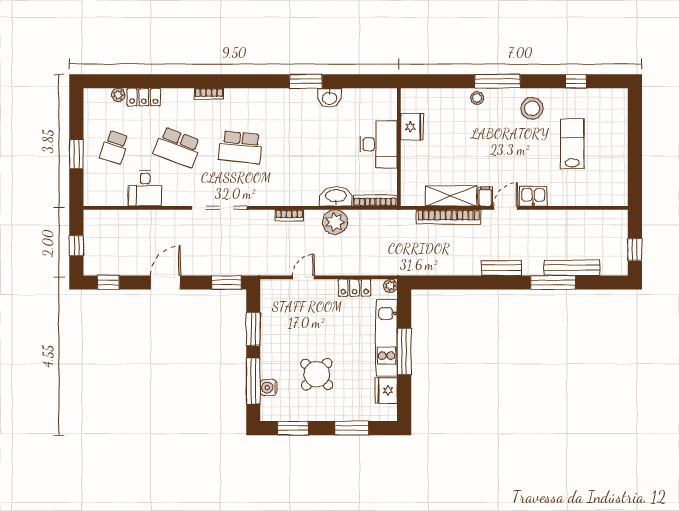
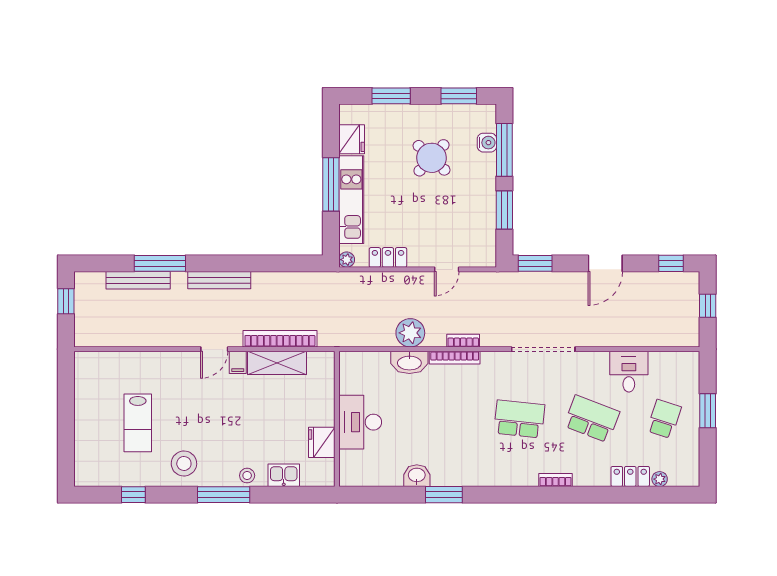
kitchen sink: (533, 196) -> (284, 475), moved, turned 180
bookcase: (375, 201) -> (455, 358), moved
bench: (501, 268) -> (219, 280), width x1.36

